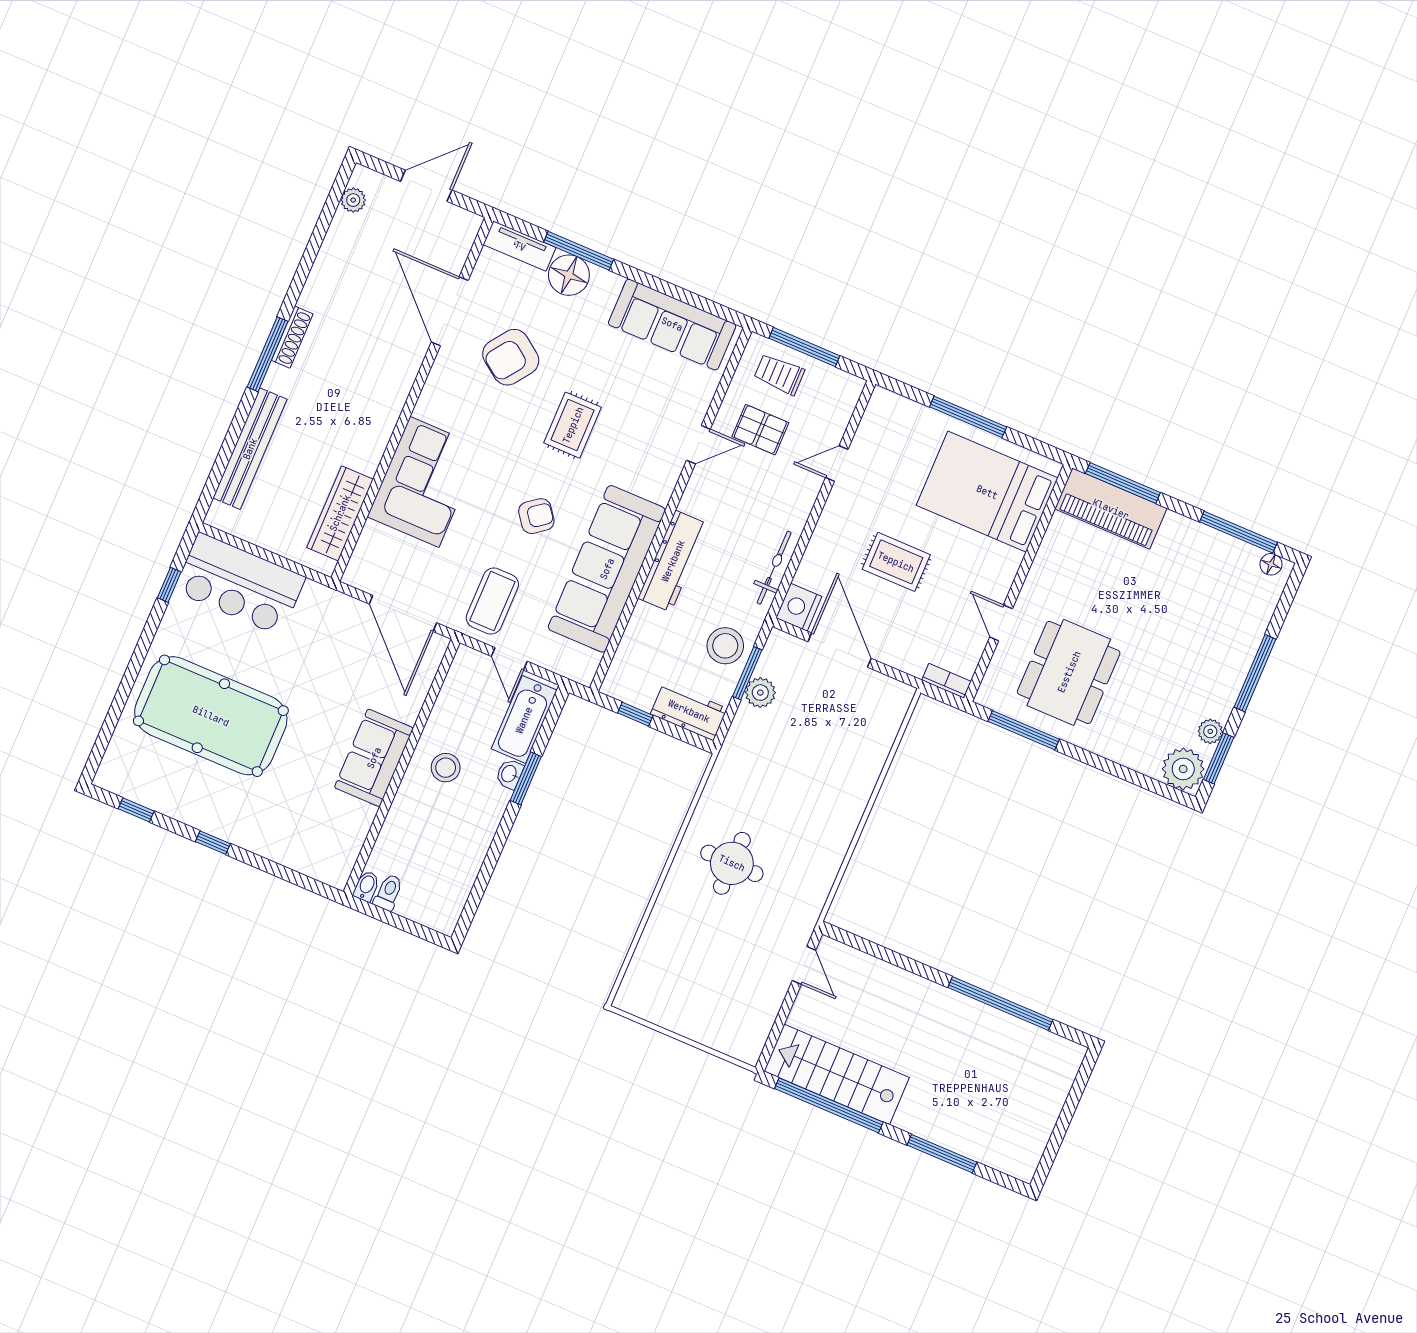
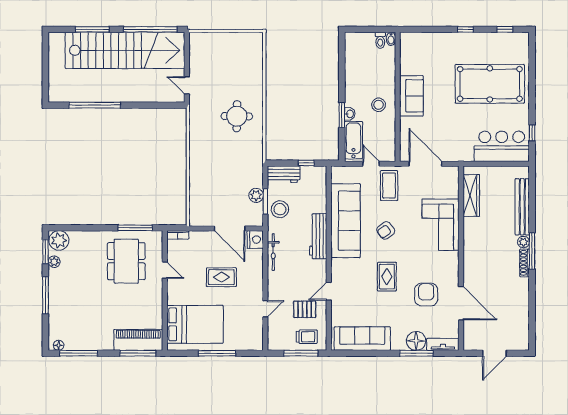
plant: (353, 200) -> (523, 242), moved
armchair: (511, 357) -> (426, 295), turned -36
stairs: (837, 1074) -> (125, 50), width x1.86, depth x1.51

